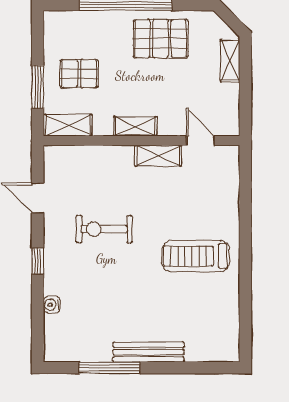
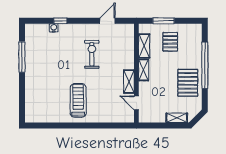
shelving: (68, 125) -> (144, 46), moved
door: (200, 141) -> (136, 103), swing flipped
window: (38, 261) -> (60, 21), moved
bench: (148, 352) -> (30, 77), removed

